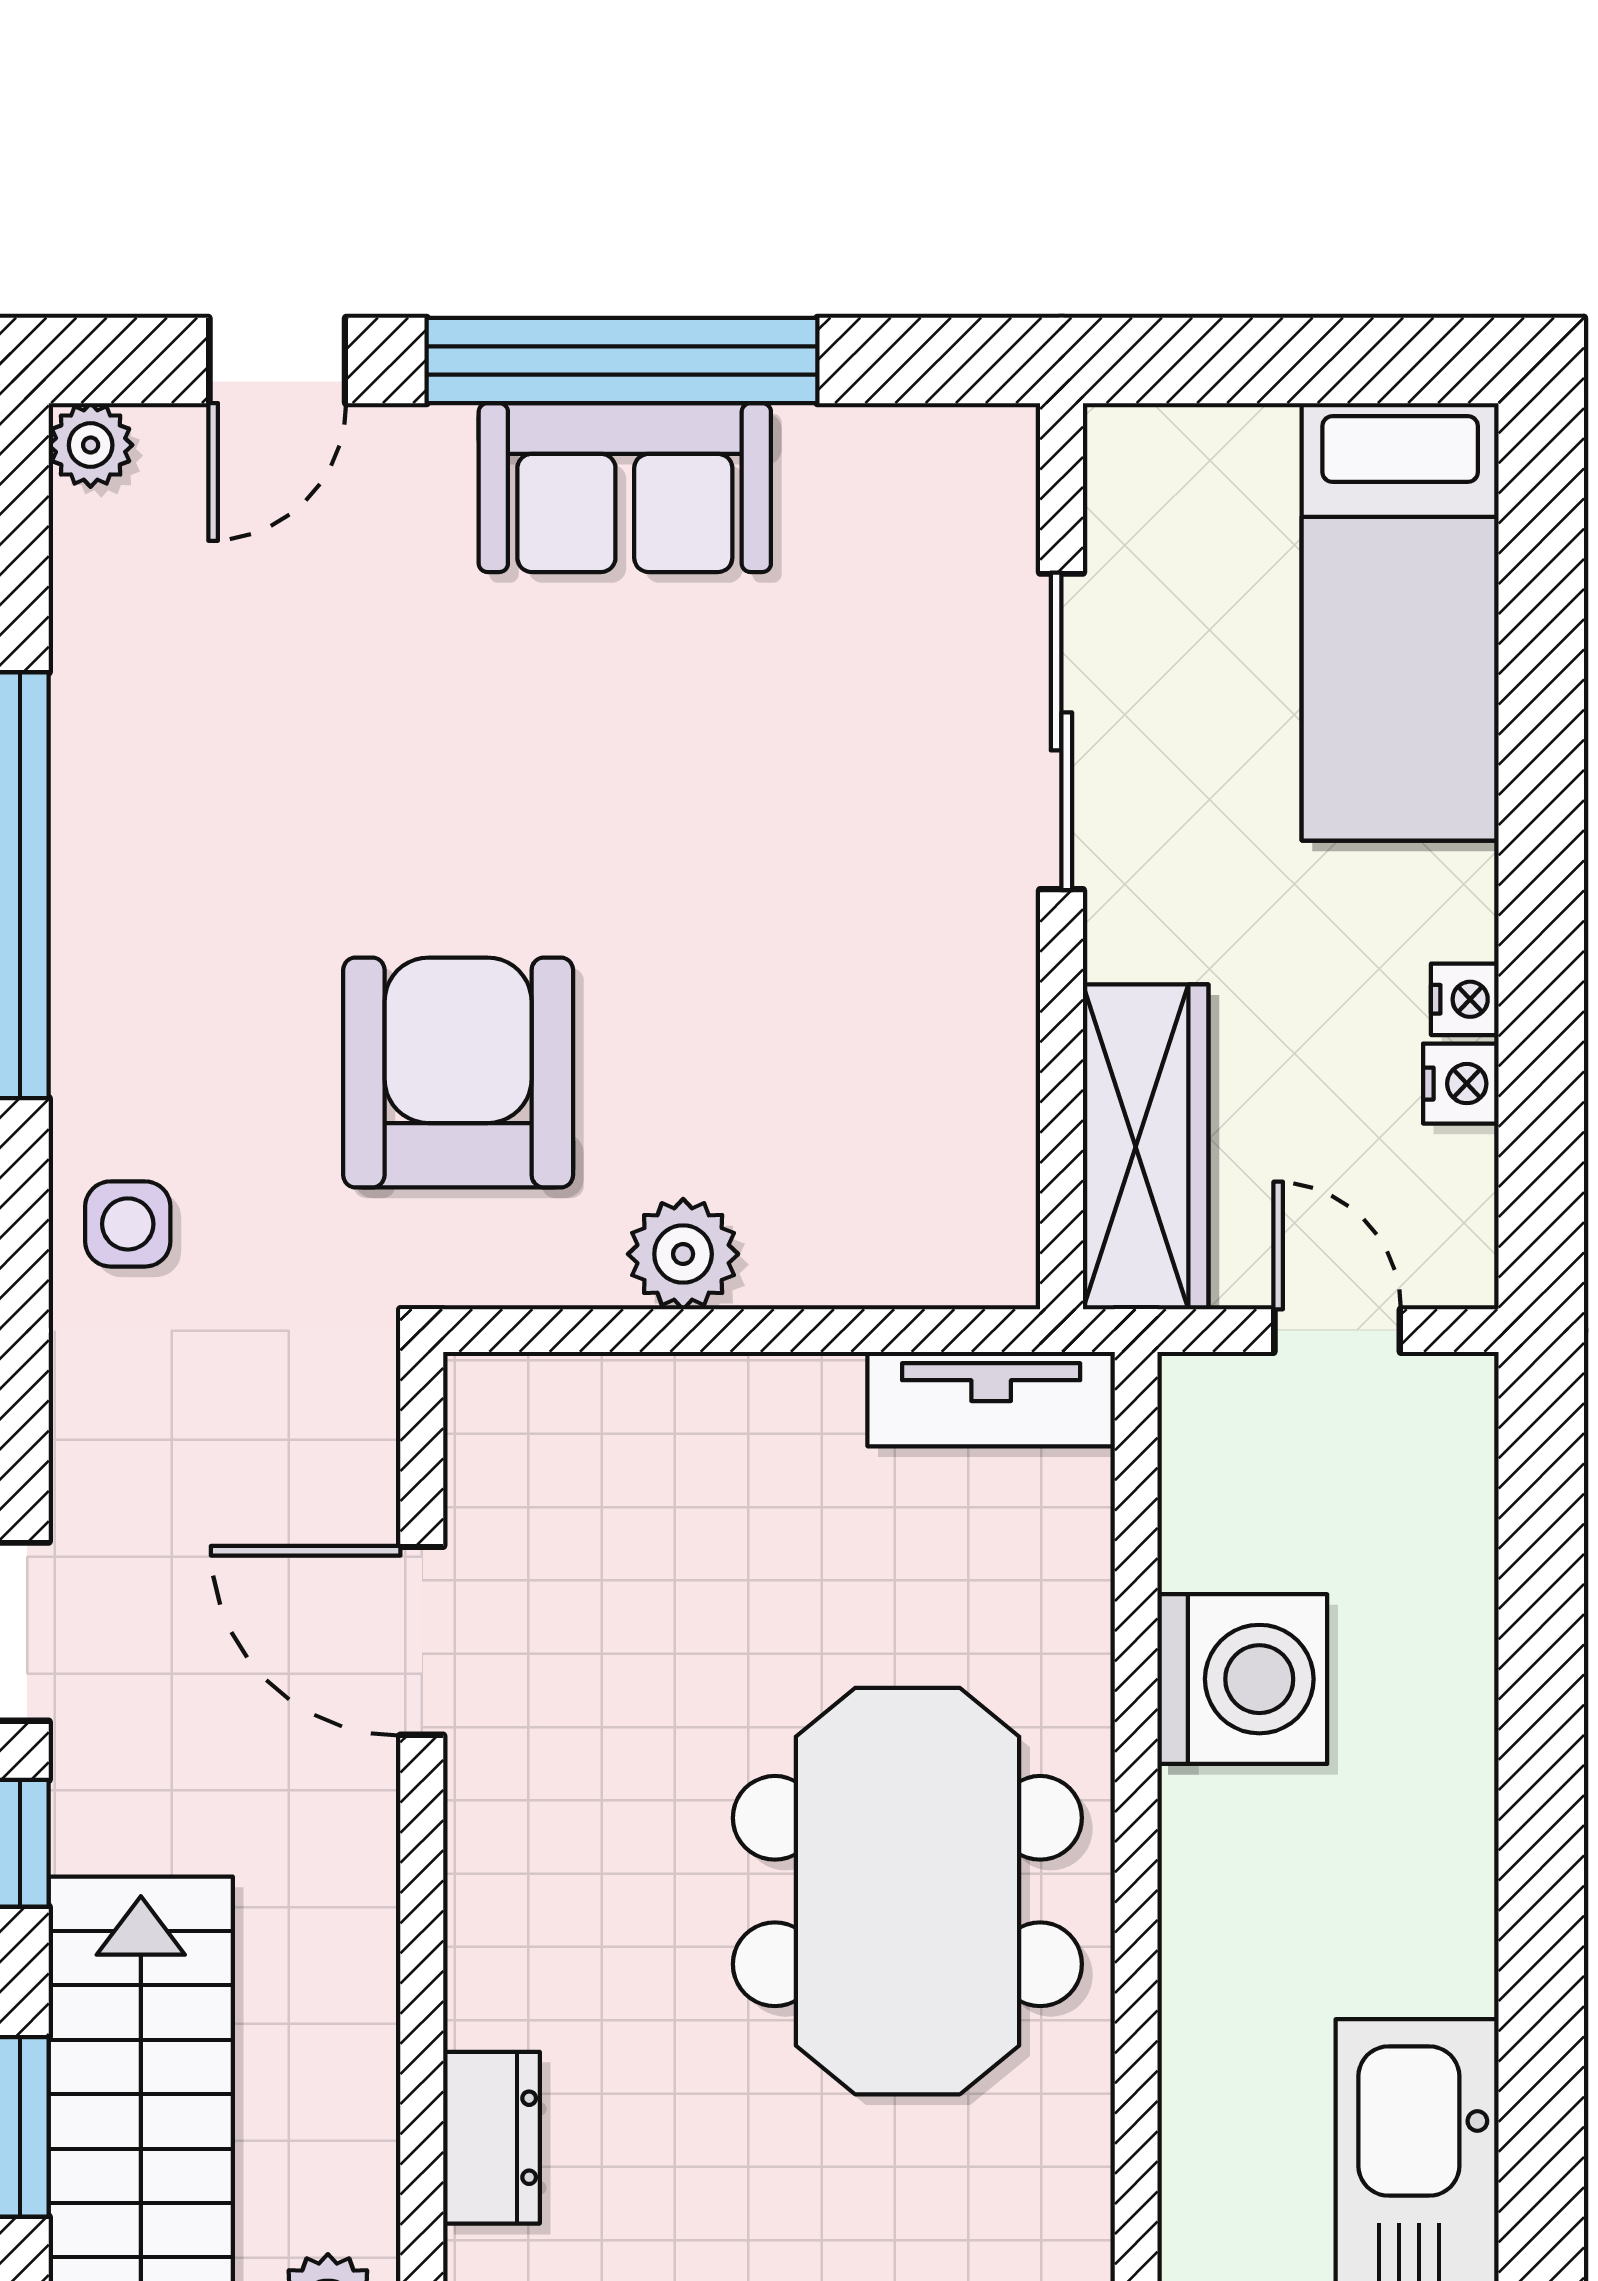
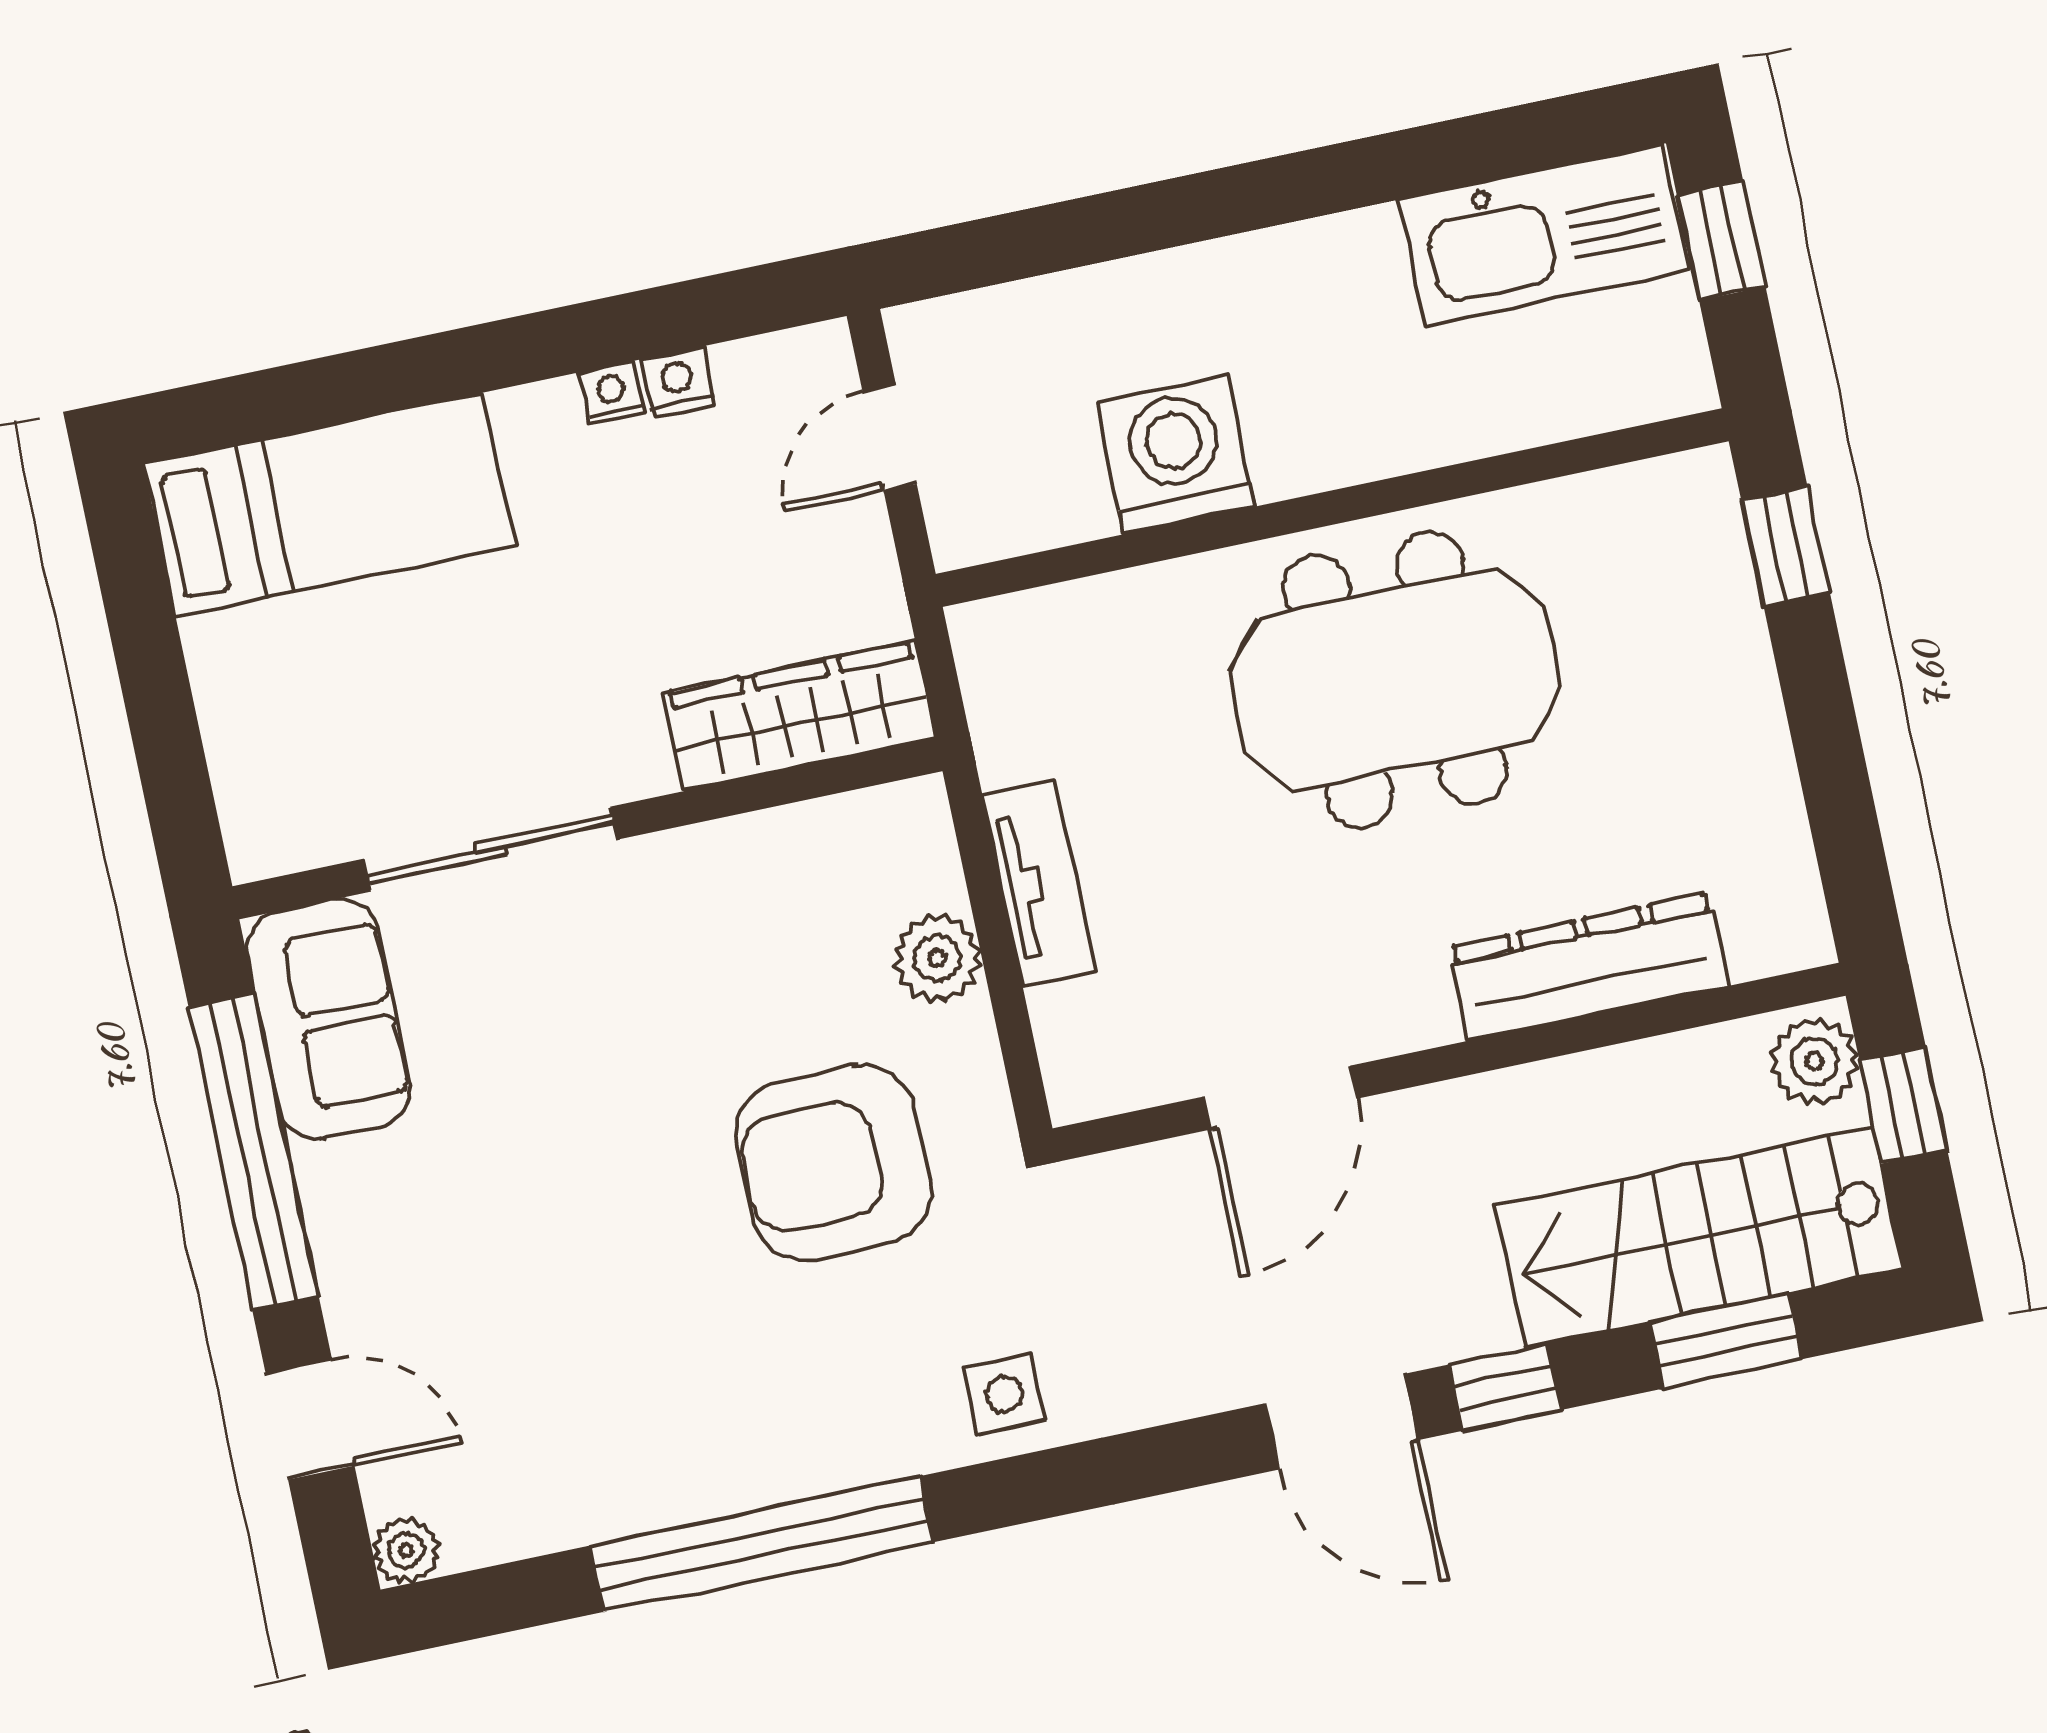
sofa: (625, 488) -> (329, 1019), moved
sliding door: (1061, 731) -> (491, 849), moved
wall: (1061, 856) -> (587, 829), moved
wardrobe: (1146, 1147) -> (799, 716), moved
tv unit: (991, 1399) -> (1039, 883), moved
dresser: (491, 2138) -> (1589, 967), width x1.96, depth x1.24

